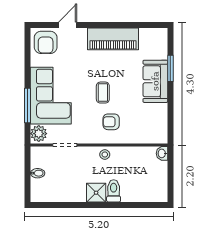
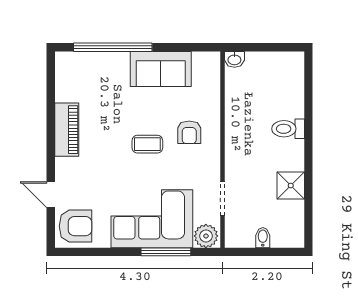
piano: (113, 39) -> (67, 130), width x0.73, depth x0.75
window: (170, 68) -> (113, 47), width x2.11
sofa: (155, 81) -> (161, 69), moved
stool: (105, 154) -> (236, 141), removed
shower: (96, 193) -> (291, 185), moved

